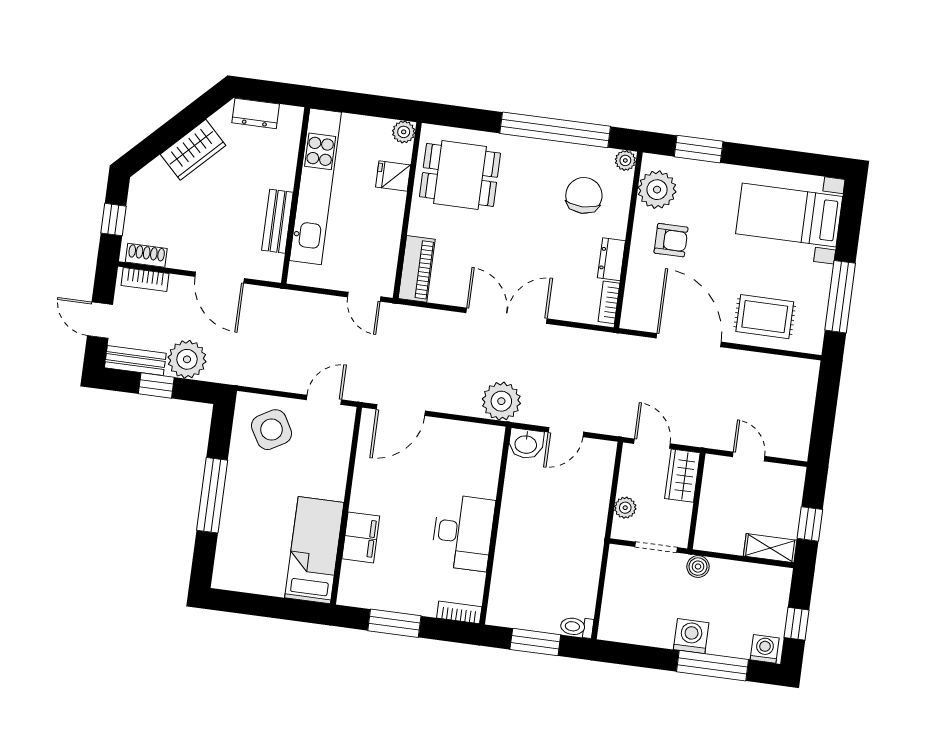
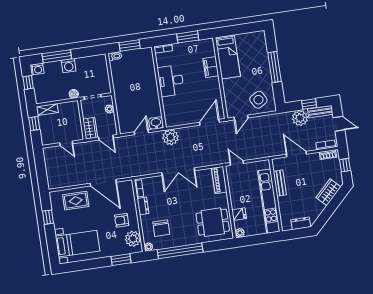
wardrobe: (193, 150) -> (329, 192), moved
window: (840, 297) -> (48, 217), width x0.46

